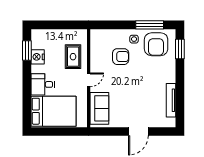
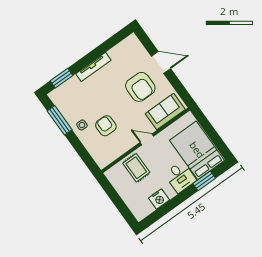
armchair: (156, 44) -> (140, 87), moved, turned 90
window: (27, 50) -> (204, 181), moved
rug: (73, 57) -> (136, 168), turned 90
tv unit: (171, 100) -> (93, 67), moved

